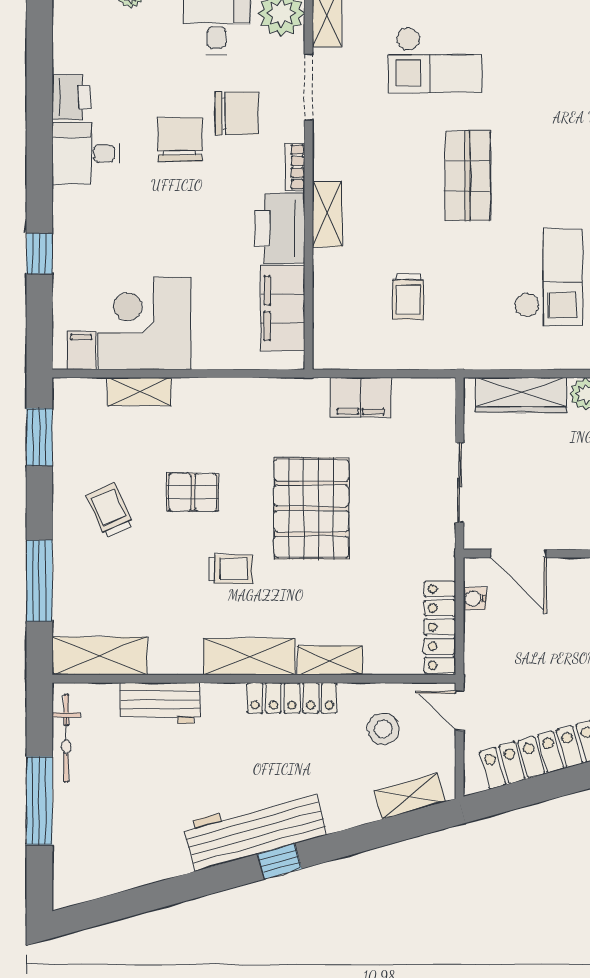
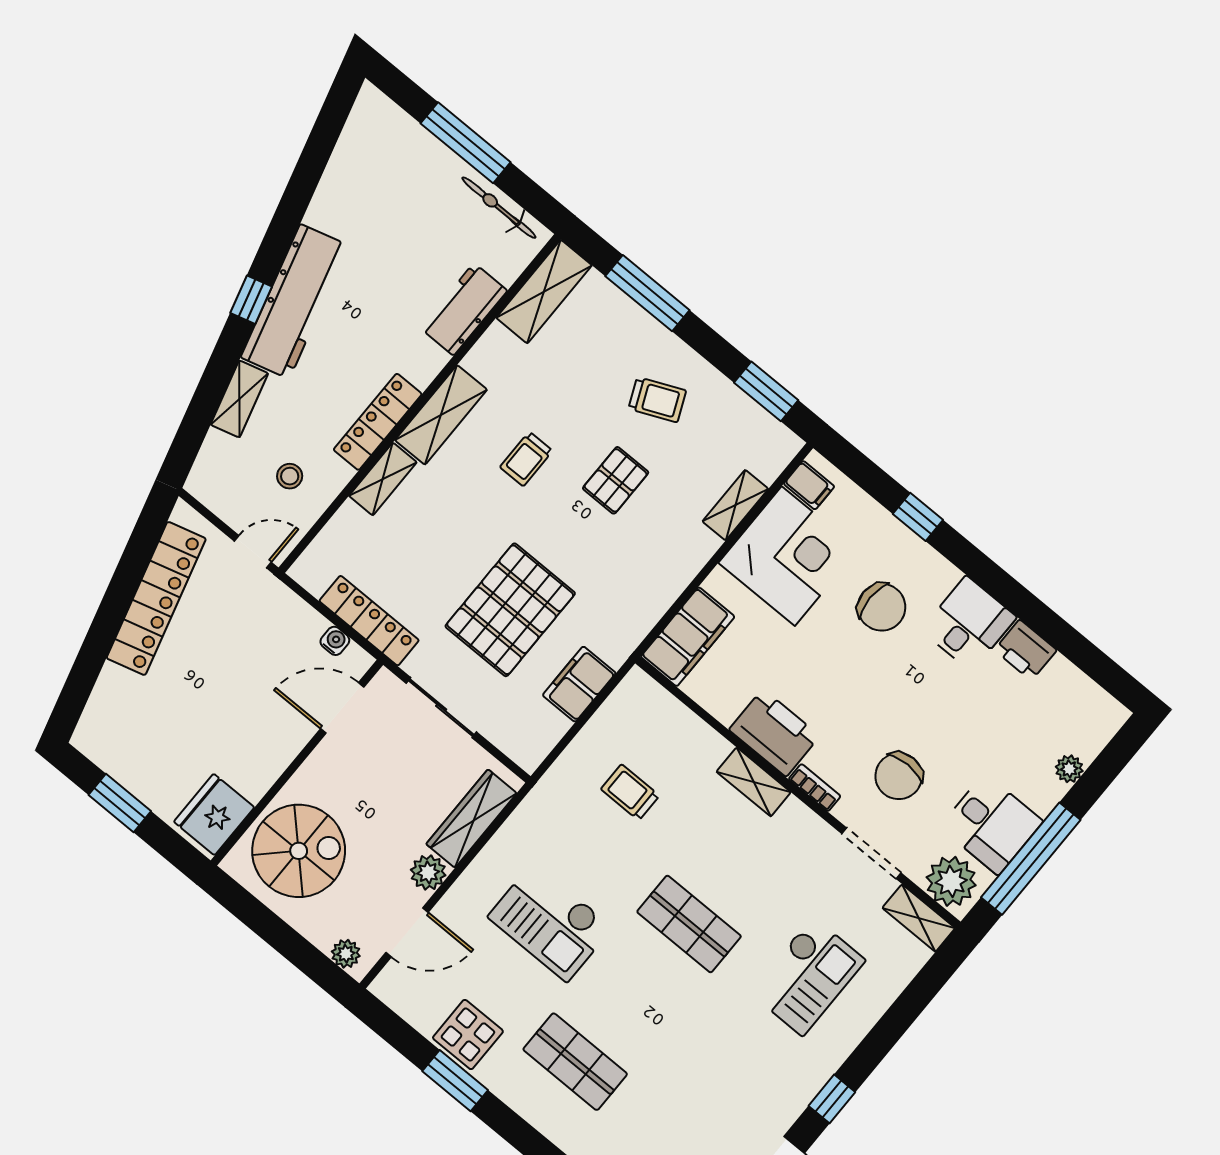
checkout: (435, 60) -> (807, 976), turned 180
chair: (180, 140) -> (882, 607), moved
filing cabinet: (283, 308) -> (688, 637), moved, turned 90
pallet: (311, 508) -> (510, 610), moved, turned 90
locker: (440, 627) -> (369, 621), moved
stool: (383, 729) -> (290, 476), width x0.73, depth x0.73
shelving: (409, 796) -> (239, 399), moved

